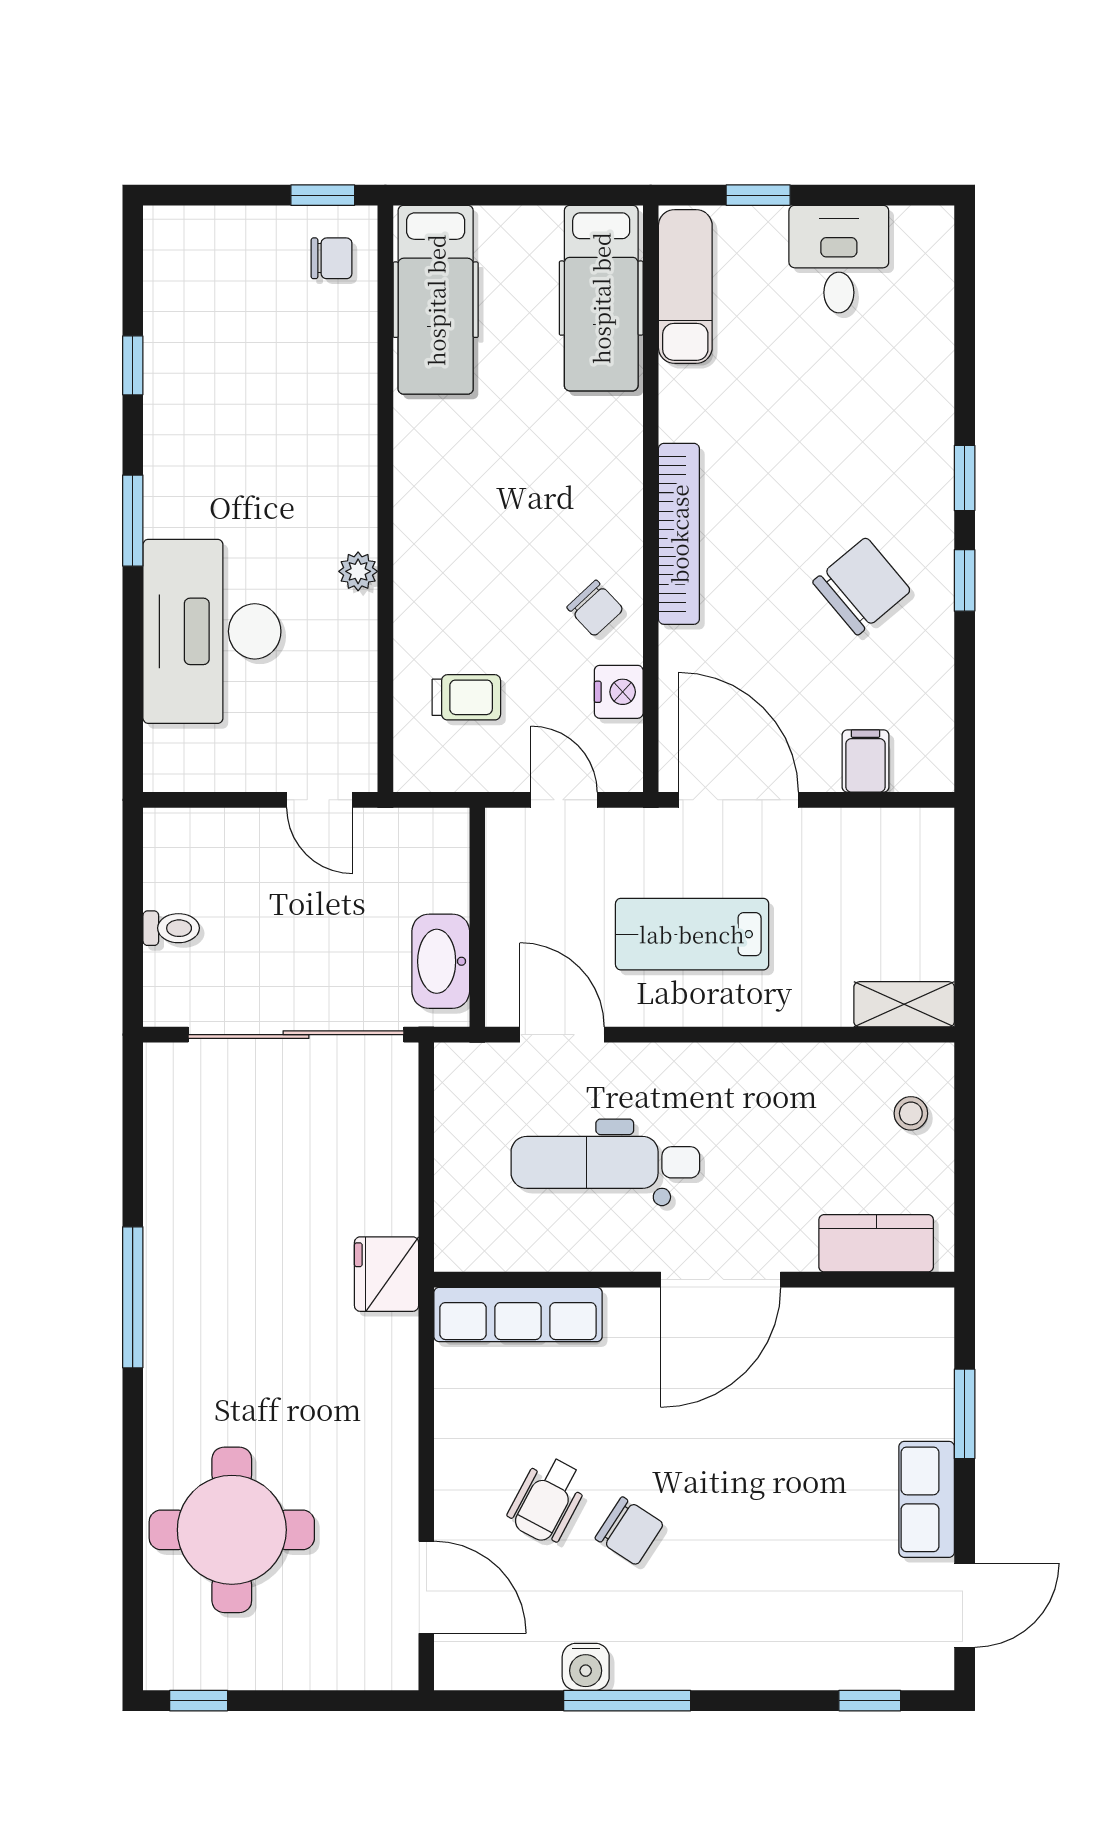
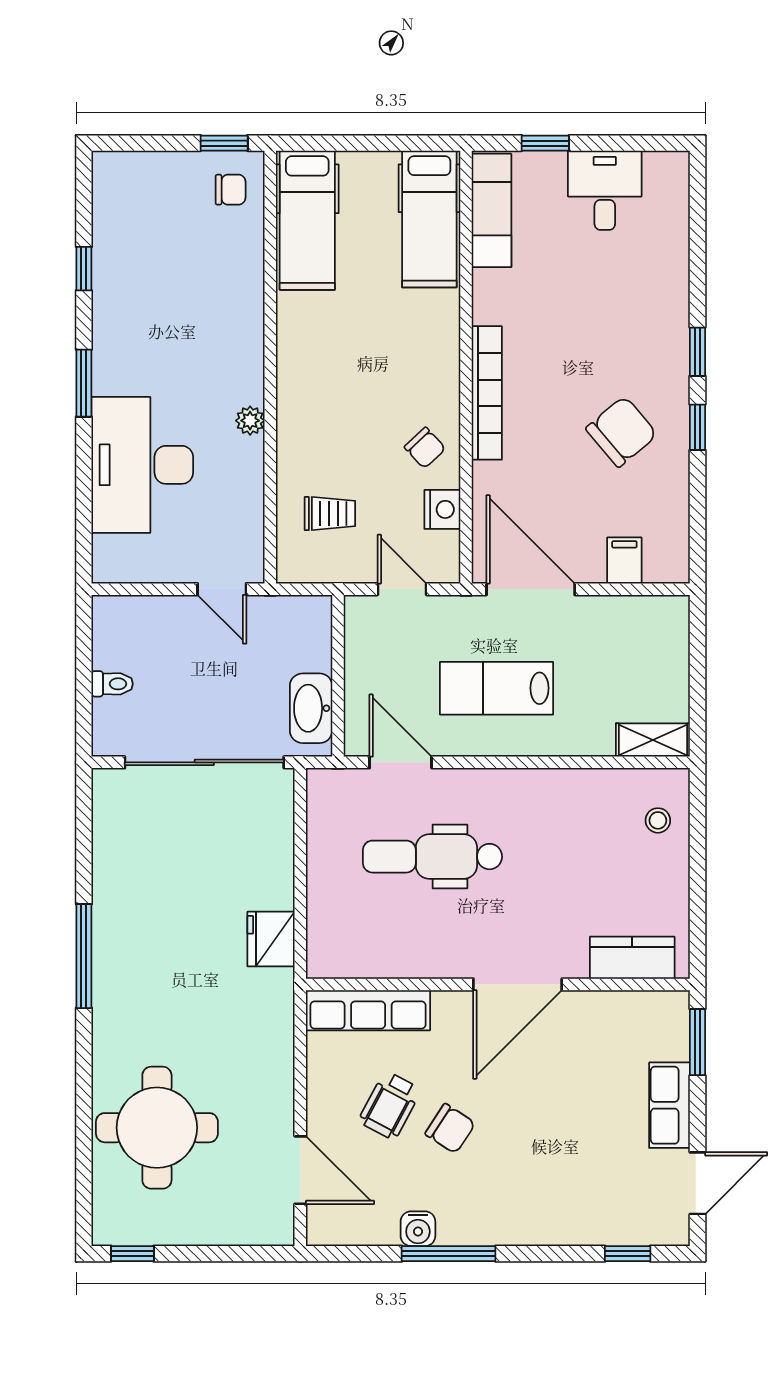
kitchen counter: (876, 1243) -> (632, 958), moved
wall: (694, 1280) -> (498, 984), moved
door: (721, 1280) -> (518, 984), moved
row of seats: (518, 1314) -> (368, 1010), moved

